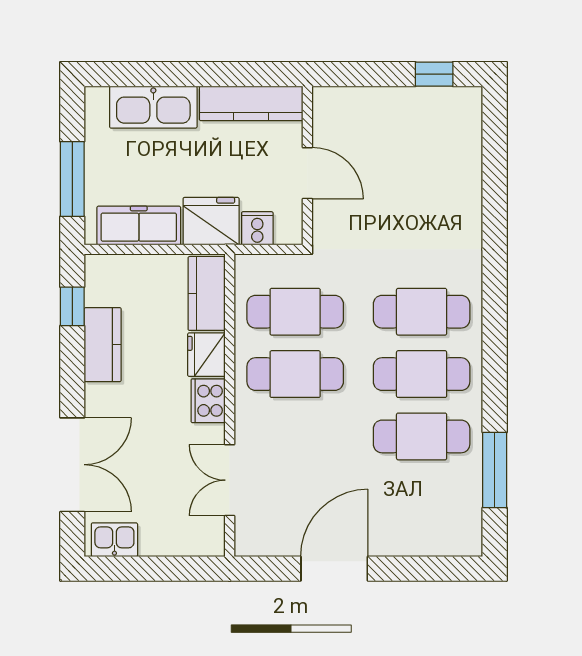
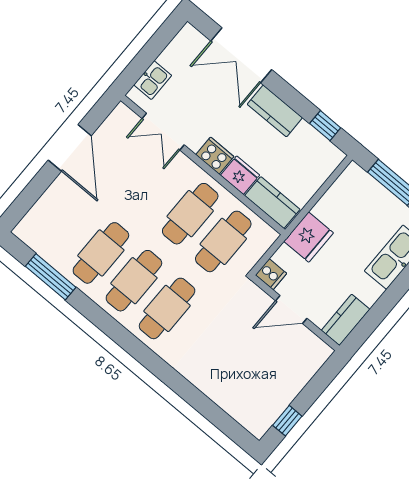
kitchen counter: (251, 103) -> (346, 320), width x0.67
freezer: (139, 226) -> (338, 197), removed
cooker: (257, 228) -> (271, 274), moved
kitchen counter: (103, 345) -> (275, 111), moved
double door: (230, 480) -> (163, 132), swing flipped
kitchen sink: (114, 540) -> (153, 80), moved

